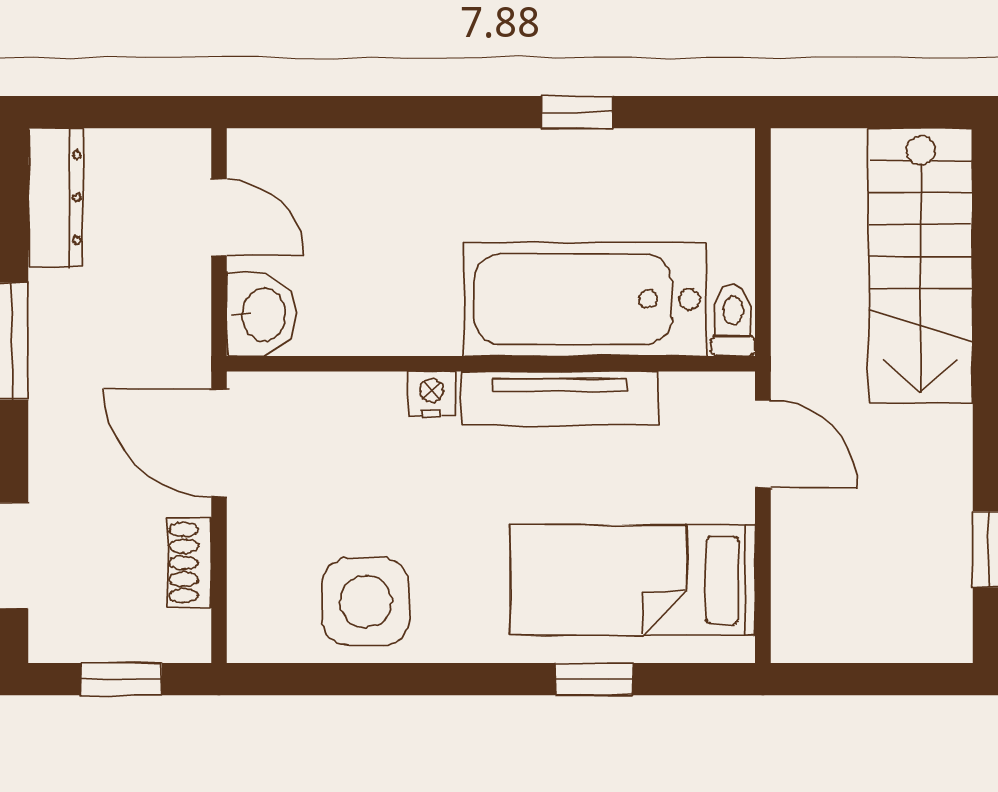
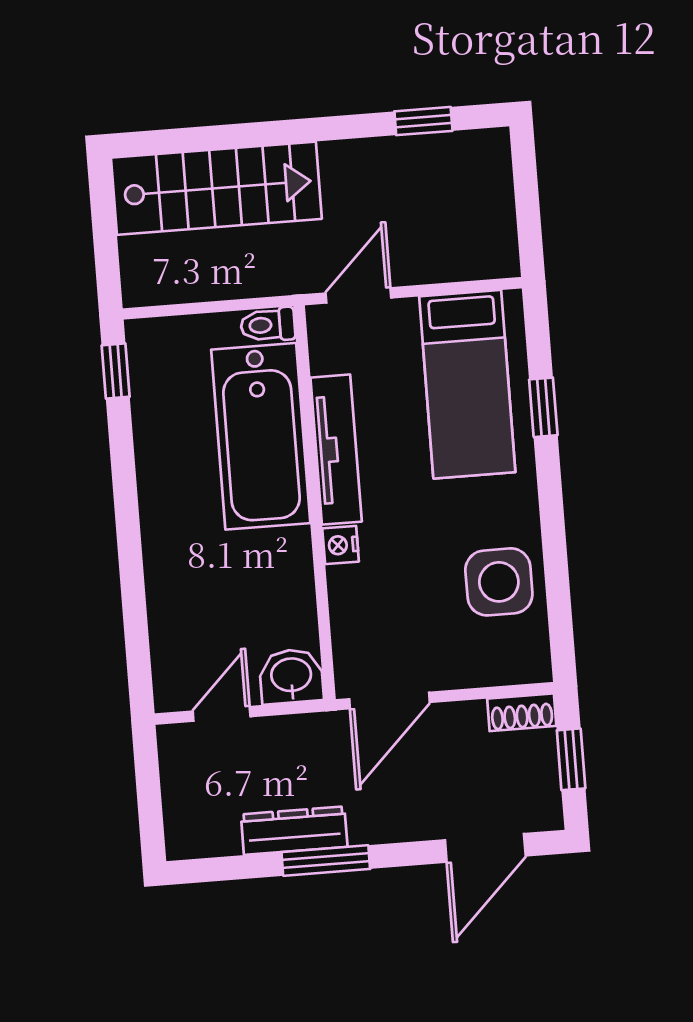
window: (577, 112) -> (116, 371), moved
dresser: (55, 198) -> (294, 831), moved
shoe rack: (189, 563) -> (522, 712), moved

